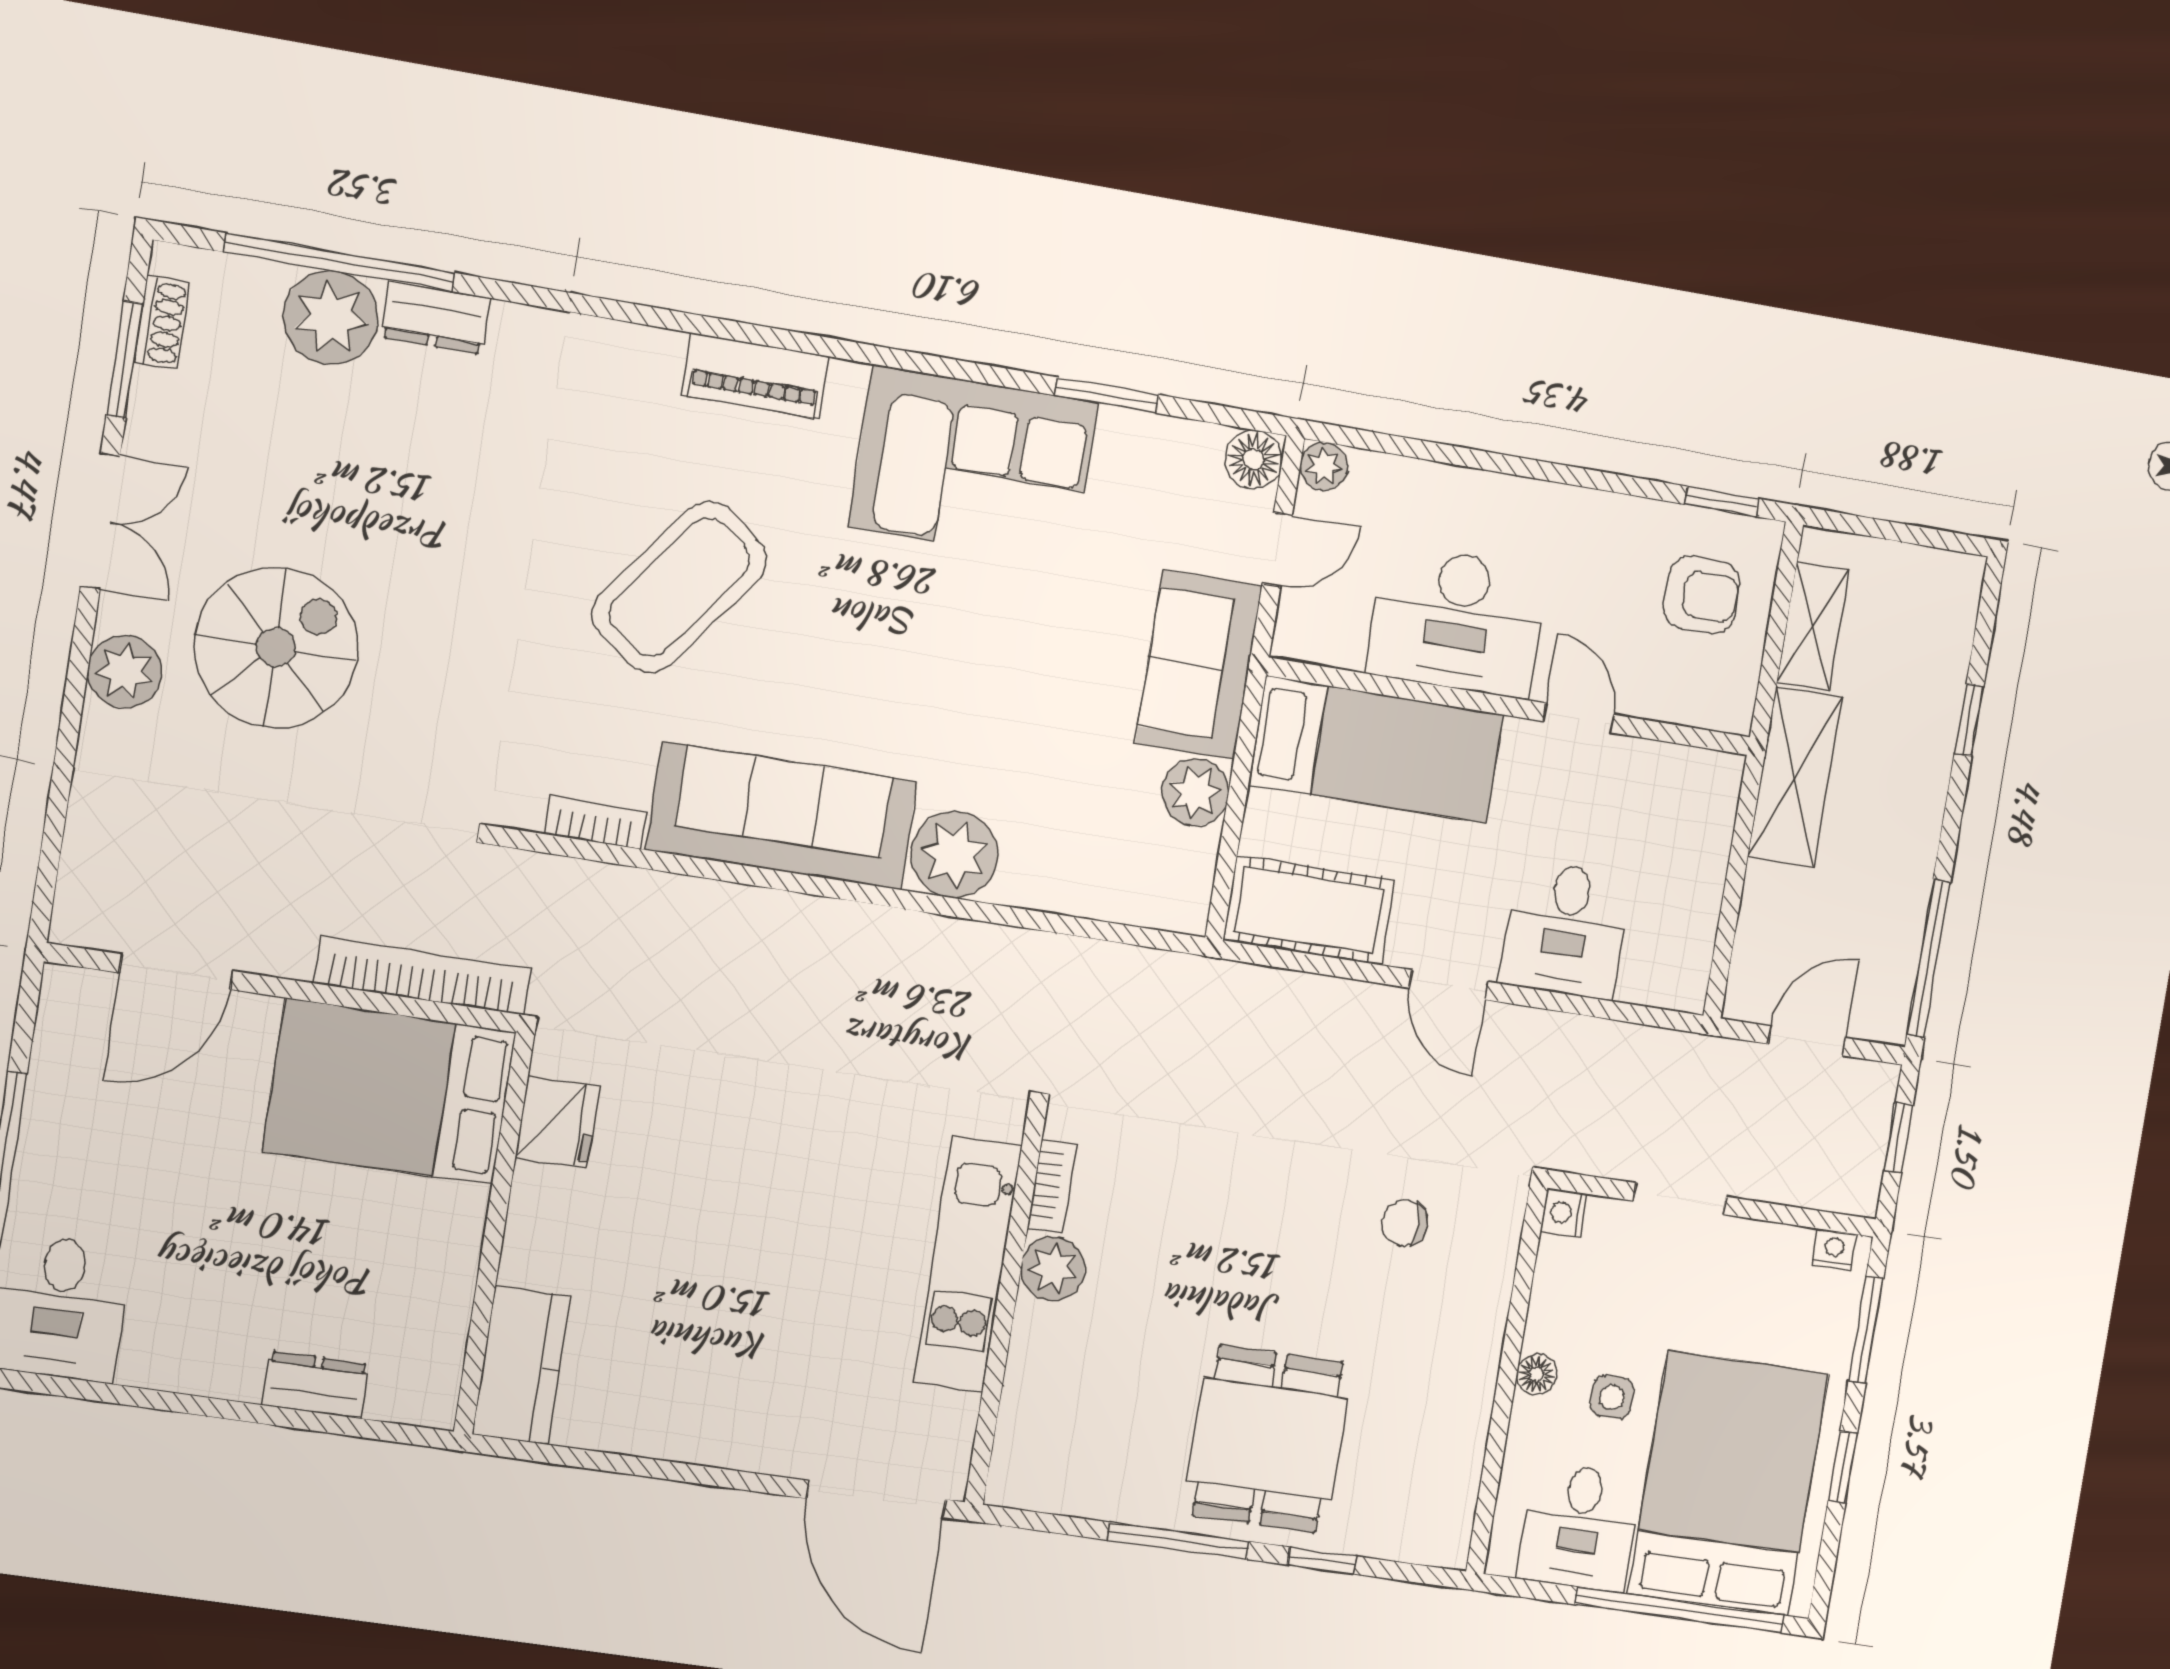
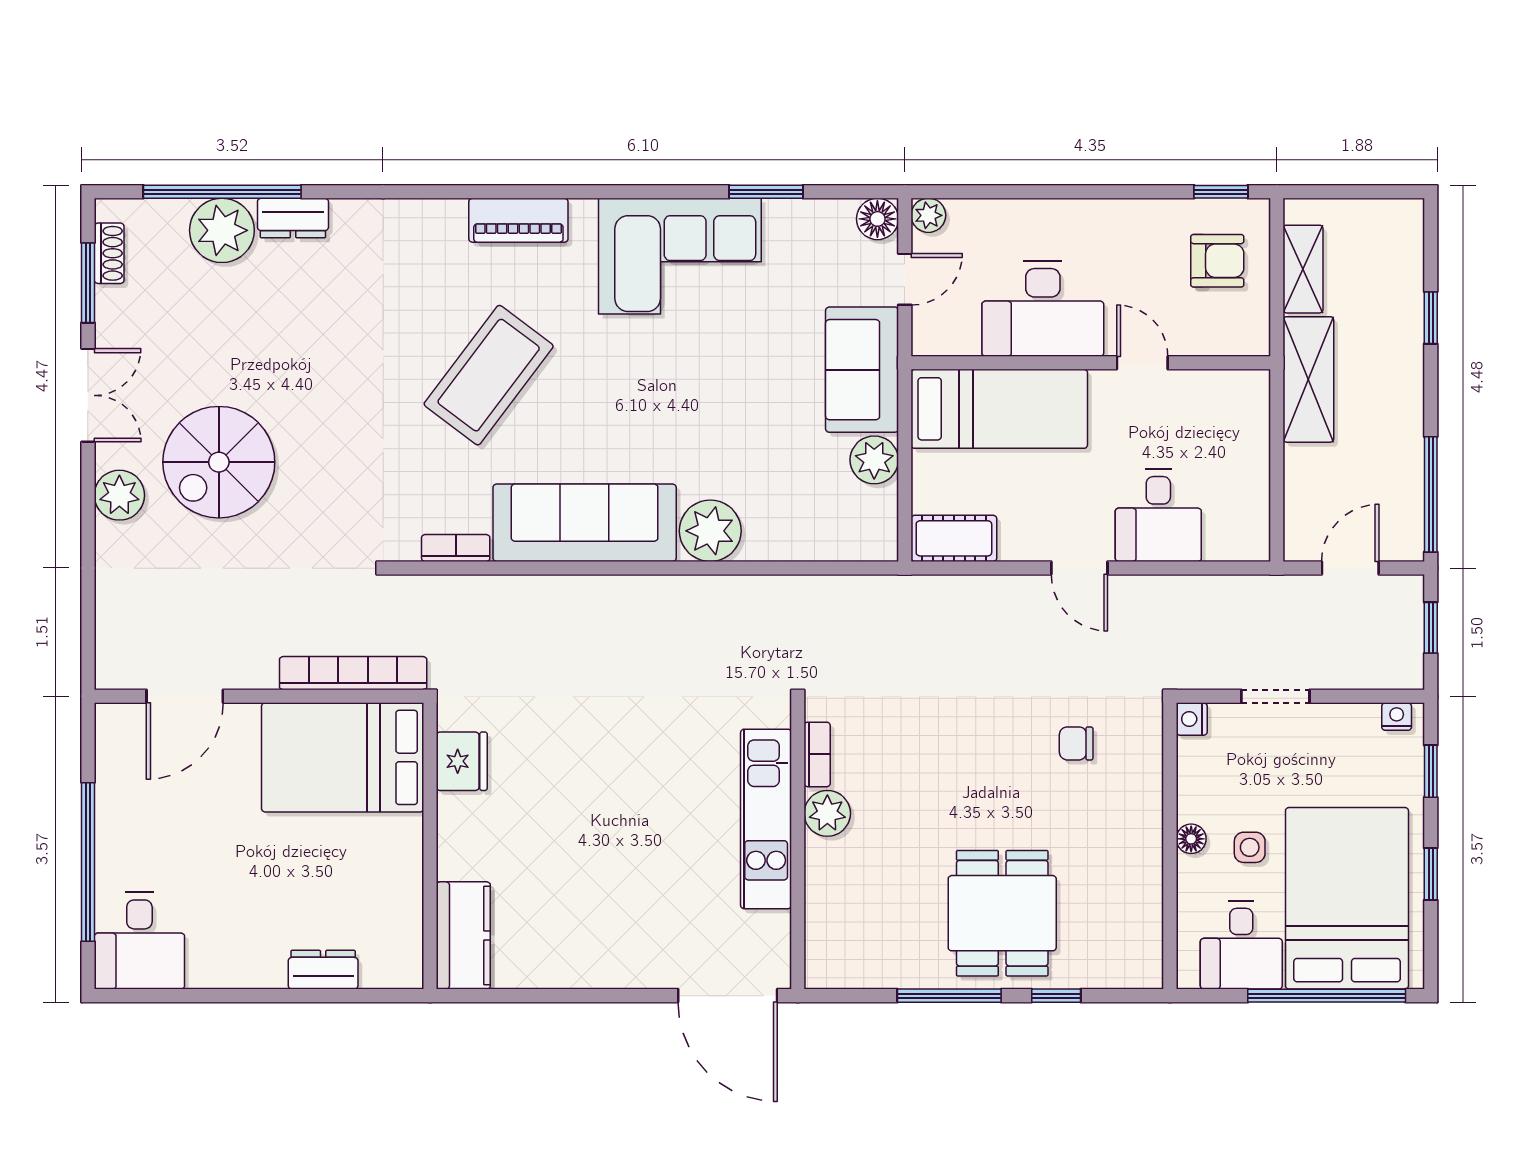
spiral stairs: (276, 647) -> (219, 462), turned 180
cot: (1309, 910) -> (954, 538), width x0.73, depth x0.75
window: (1866, 1330) -> (1431, 771), width x0.67

